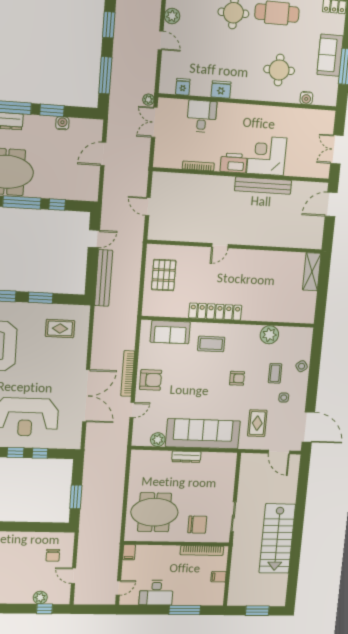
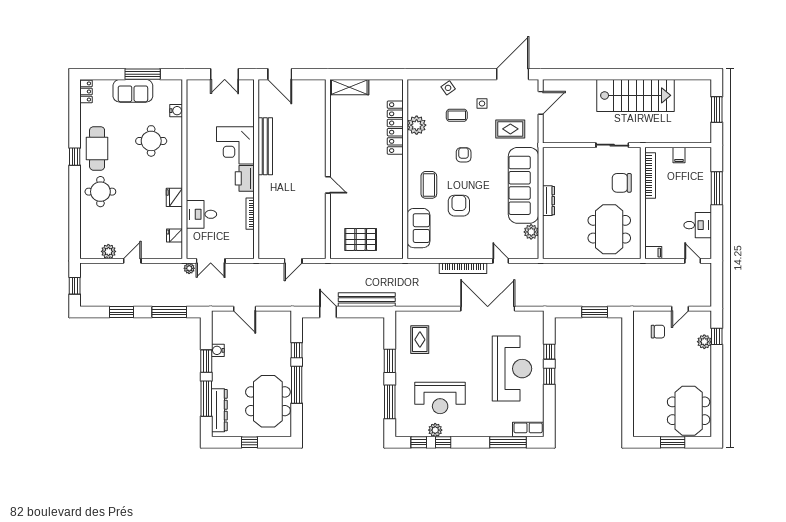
locker: (215, 312) -> (395, 128), moved
armchair: (151, 380) -> (459, 206), moved
chair: (197, 525) -> (622, 183), turned -90
desk: (156, 593) -> (698, 225), width x0.73

